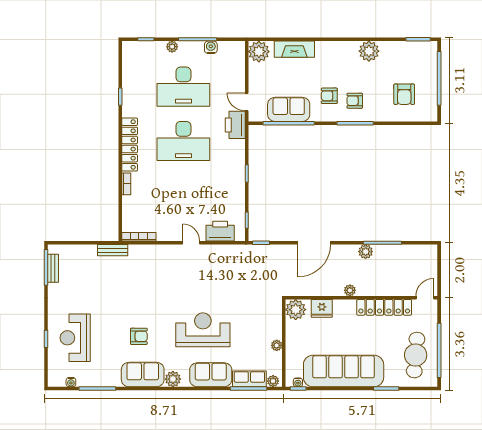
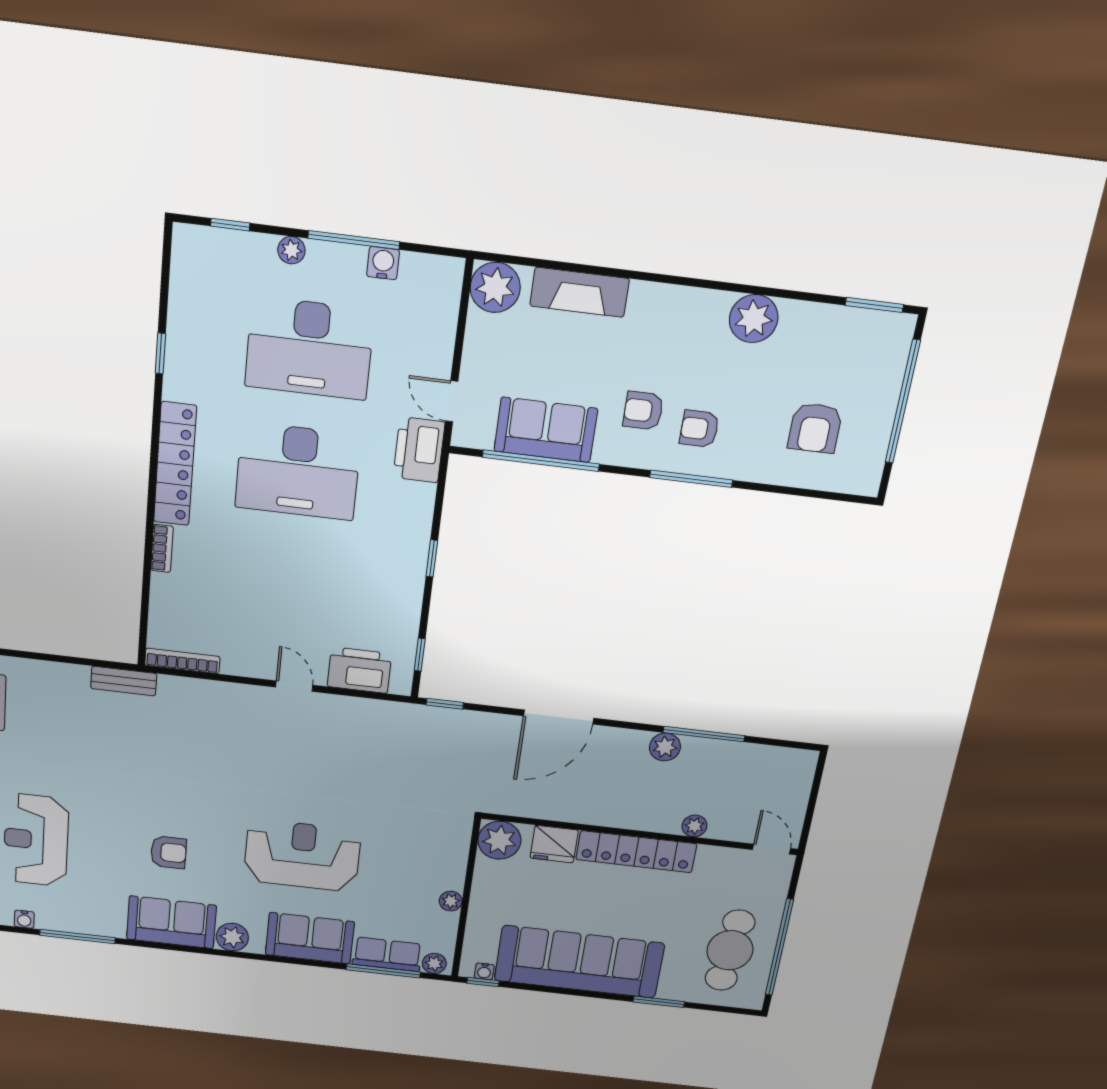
plant: (350, 290) -> (694, 826), moved
door: (425, 298) -> (772, 849), hinge flipped
locker: (384, 307) -> (636, 852), moved

